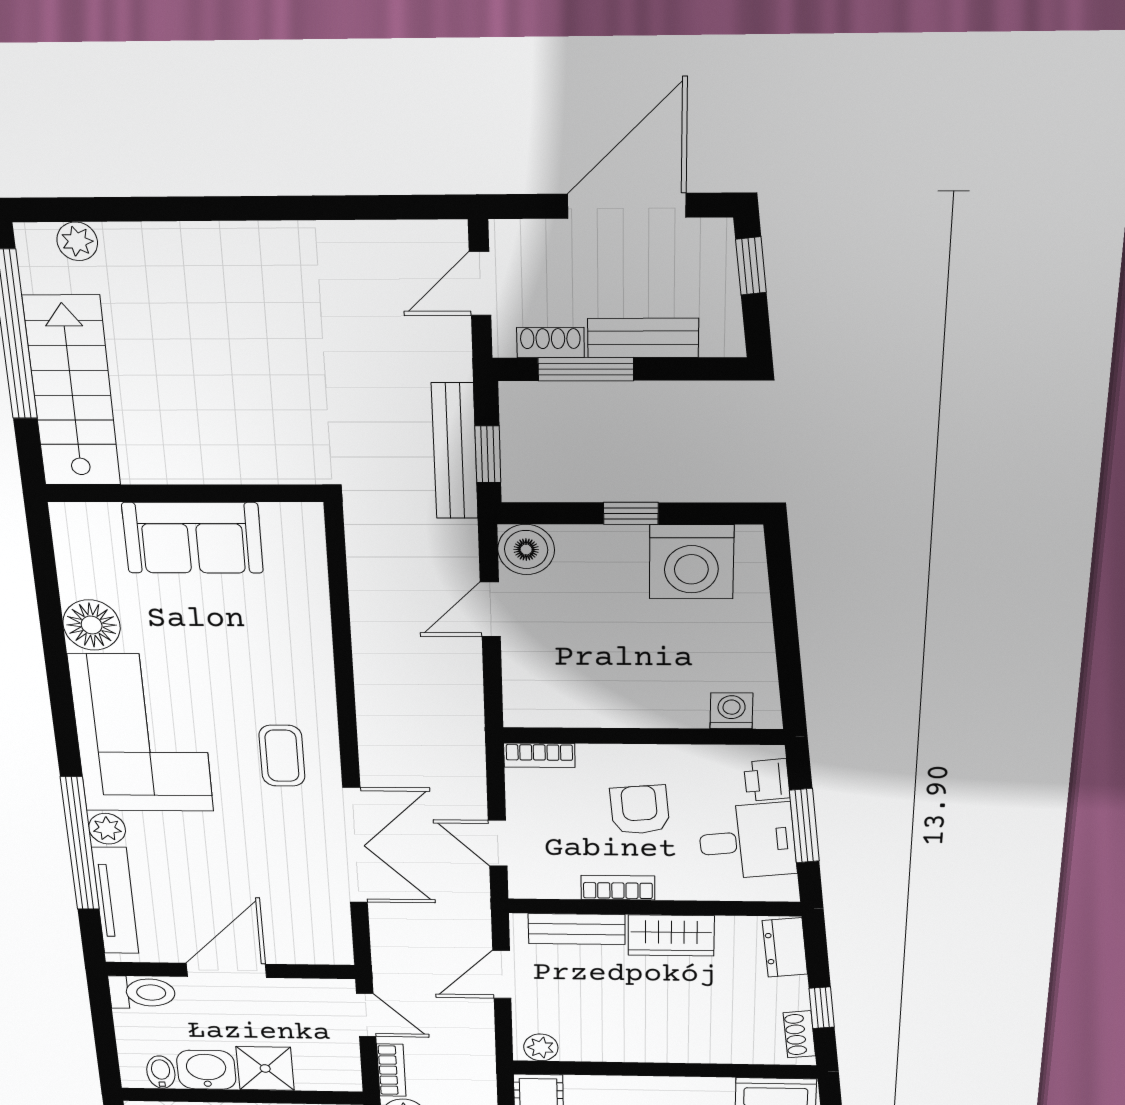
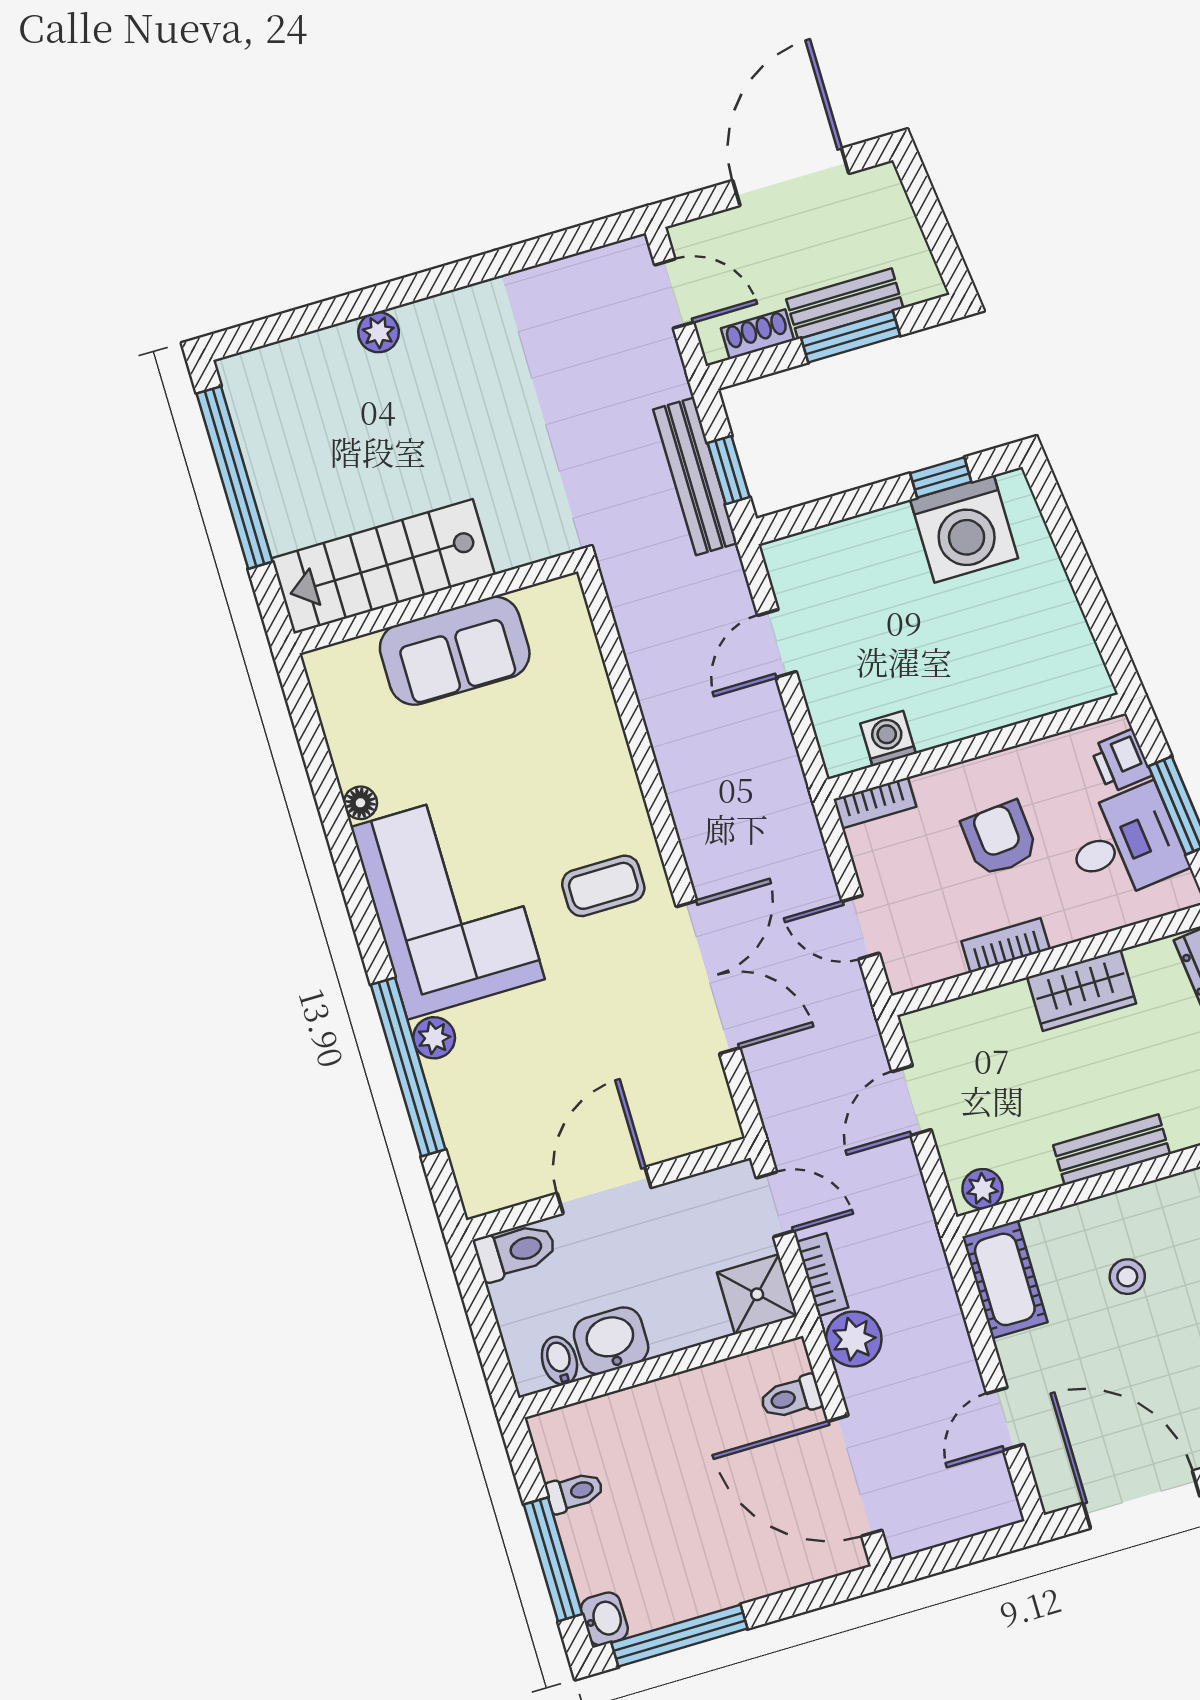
plant: (77, 241) -> (379, 332), moved
window: (751, 266) -> (925, 202), removed
door: (480, 284) -> (674, 294), swing flipped
window: (586, 369) -> (851, 337), moved
stairs: (72, 392) -> (383, 566), moved, turned -90
window: (631, 513) -> (941, 477), moved
boiler: (526, 549) -> (795, 564), removed
floor lamp: (92, 625) -> (360, 803), width x0.53, depth x0.53
washing machine: (731, 711) -> (888, 739), moved
coffee table: (282, 756) -> (603, 886), turned 90
tv unit: (115, 901) -> (461, 1132), removed
bench: (577, 929) -> (1112, 1150), moved
shower: (265, 1068) -> (757, 1294), moved

